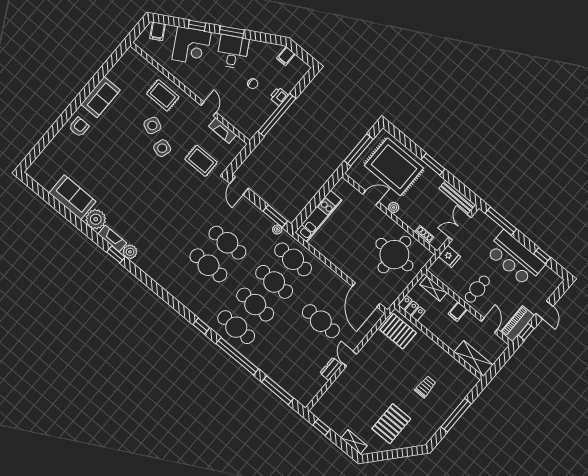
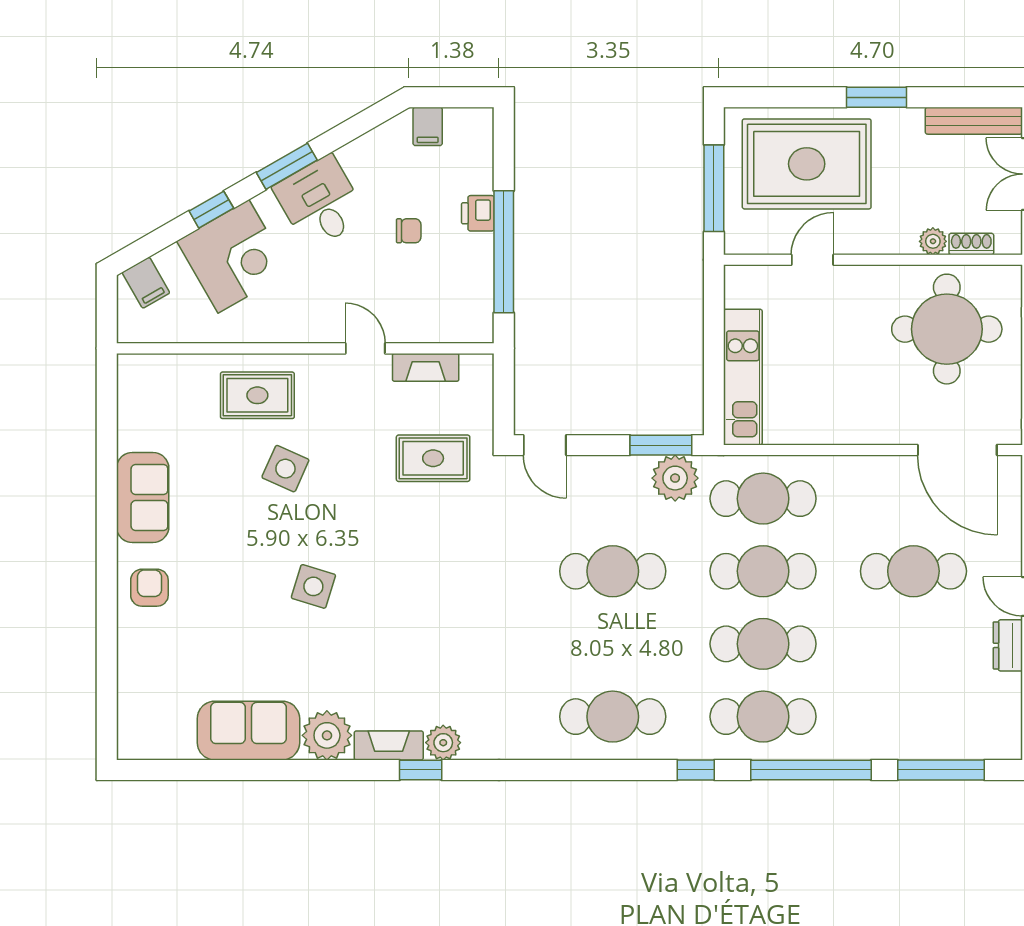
side table: (162, 148) -> (313, 586), moved
plant: (394, 207) -> (933, 241), moved
plant: (277, 229) -> (675, 478), width x1.88, depth x1.88
cafe table: (208, 265) -> (613, 717), moved

